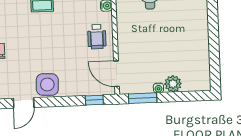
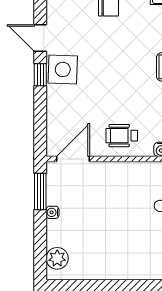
plant: (173, 84) -> (57, 258), moved
window: (94, 100) -> (40, 75), moved

